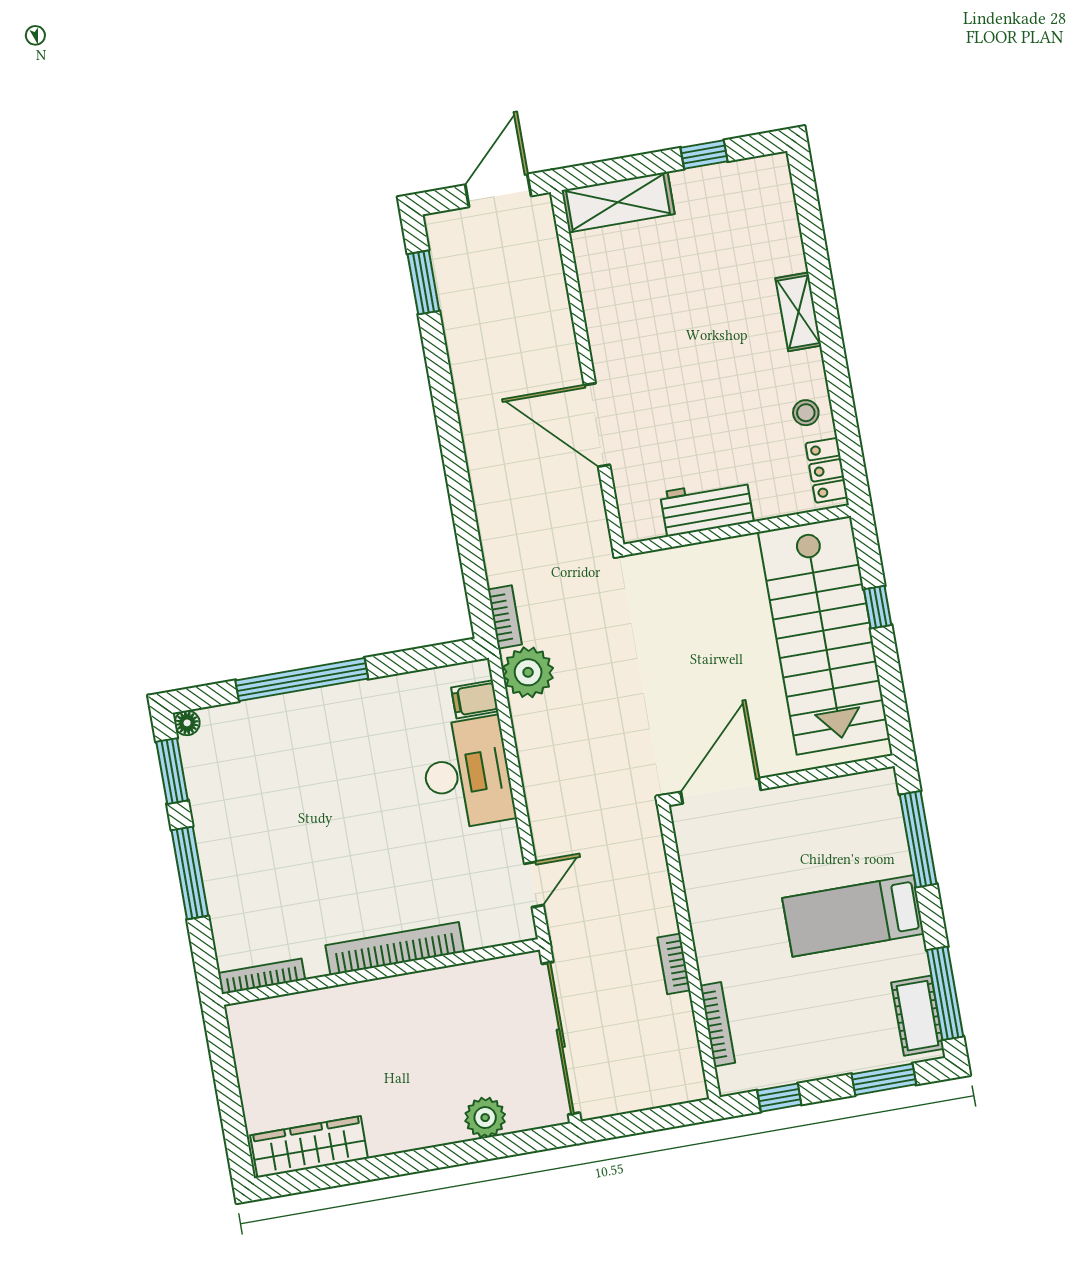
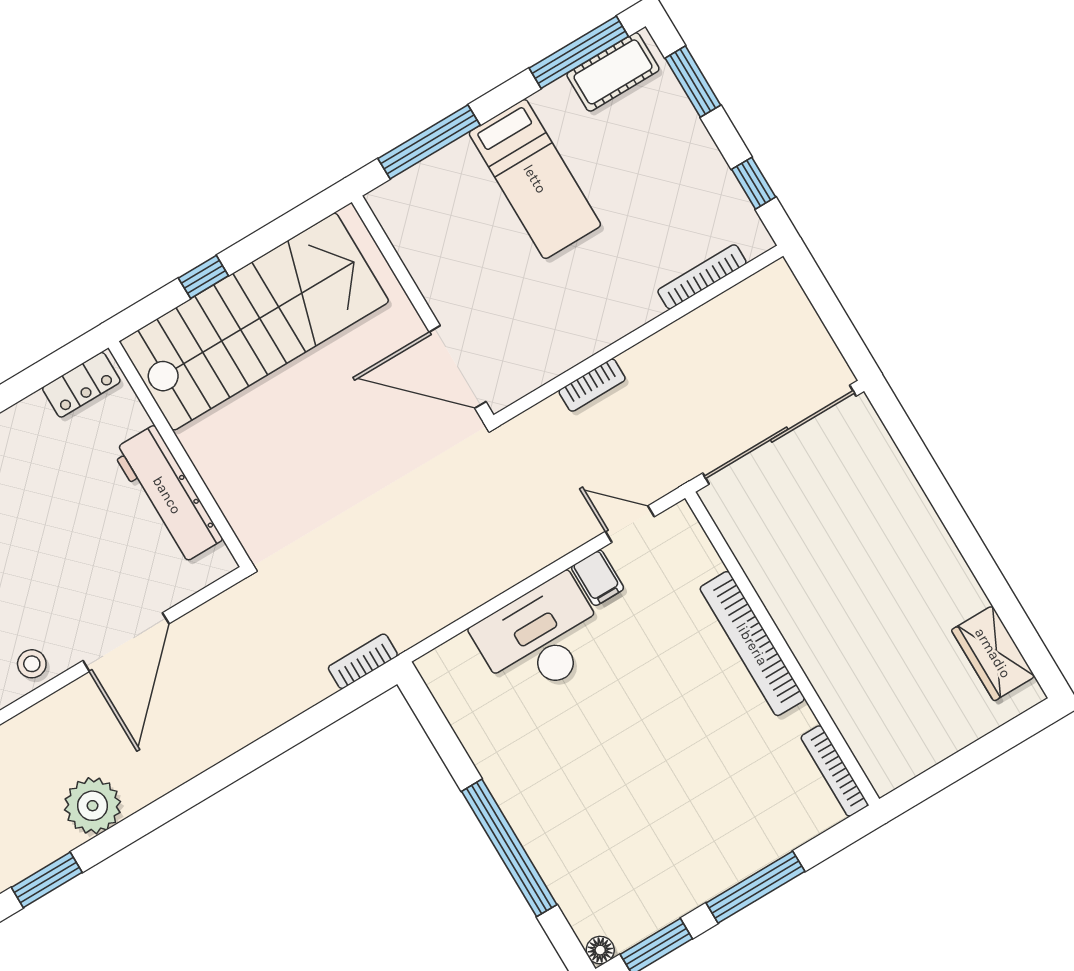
stool: (806, 413) -> (32, 664), moved
workbench: (707, 507) -> (167, 495), width x1.38
plant: (528, 672) -> (93, 806), moved
filing cabinet: (475, 699) -> (598, 578), moved
bookcase: (674, 964) -> (592, 385), moved
plant: (485, 1118) -> (892, 482), removed
wardrobe: (309, 1147) -> (993, 653), width x0.67

